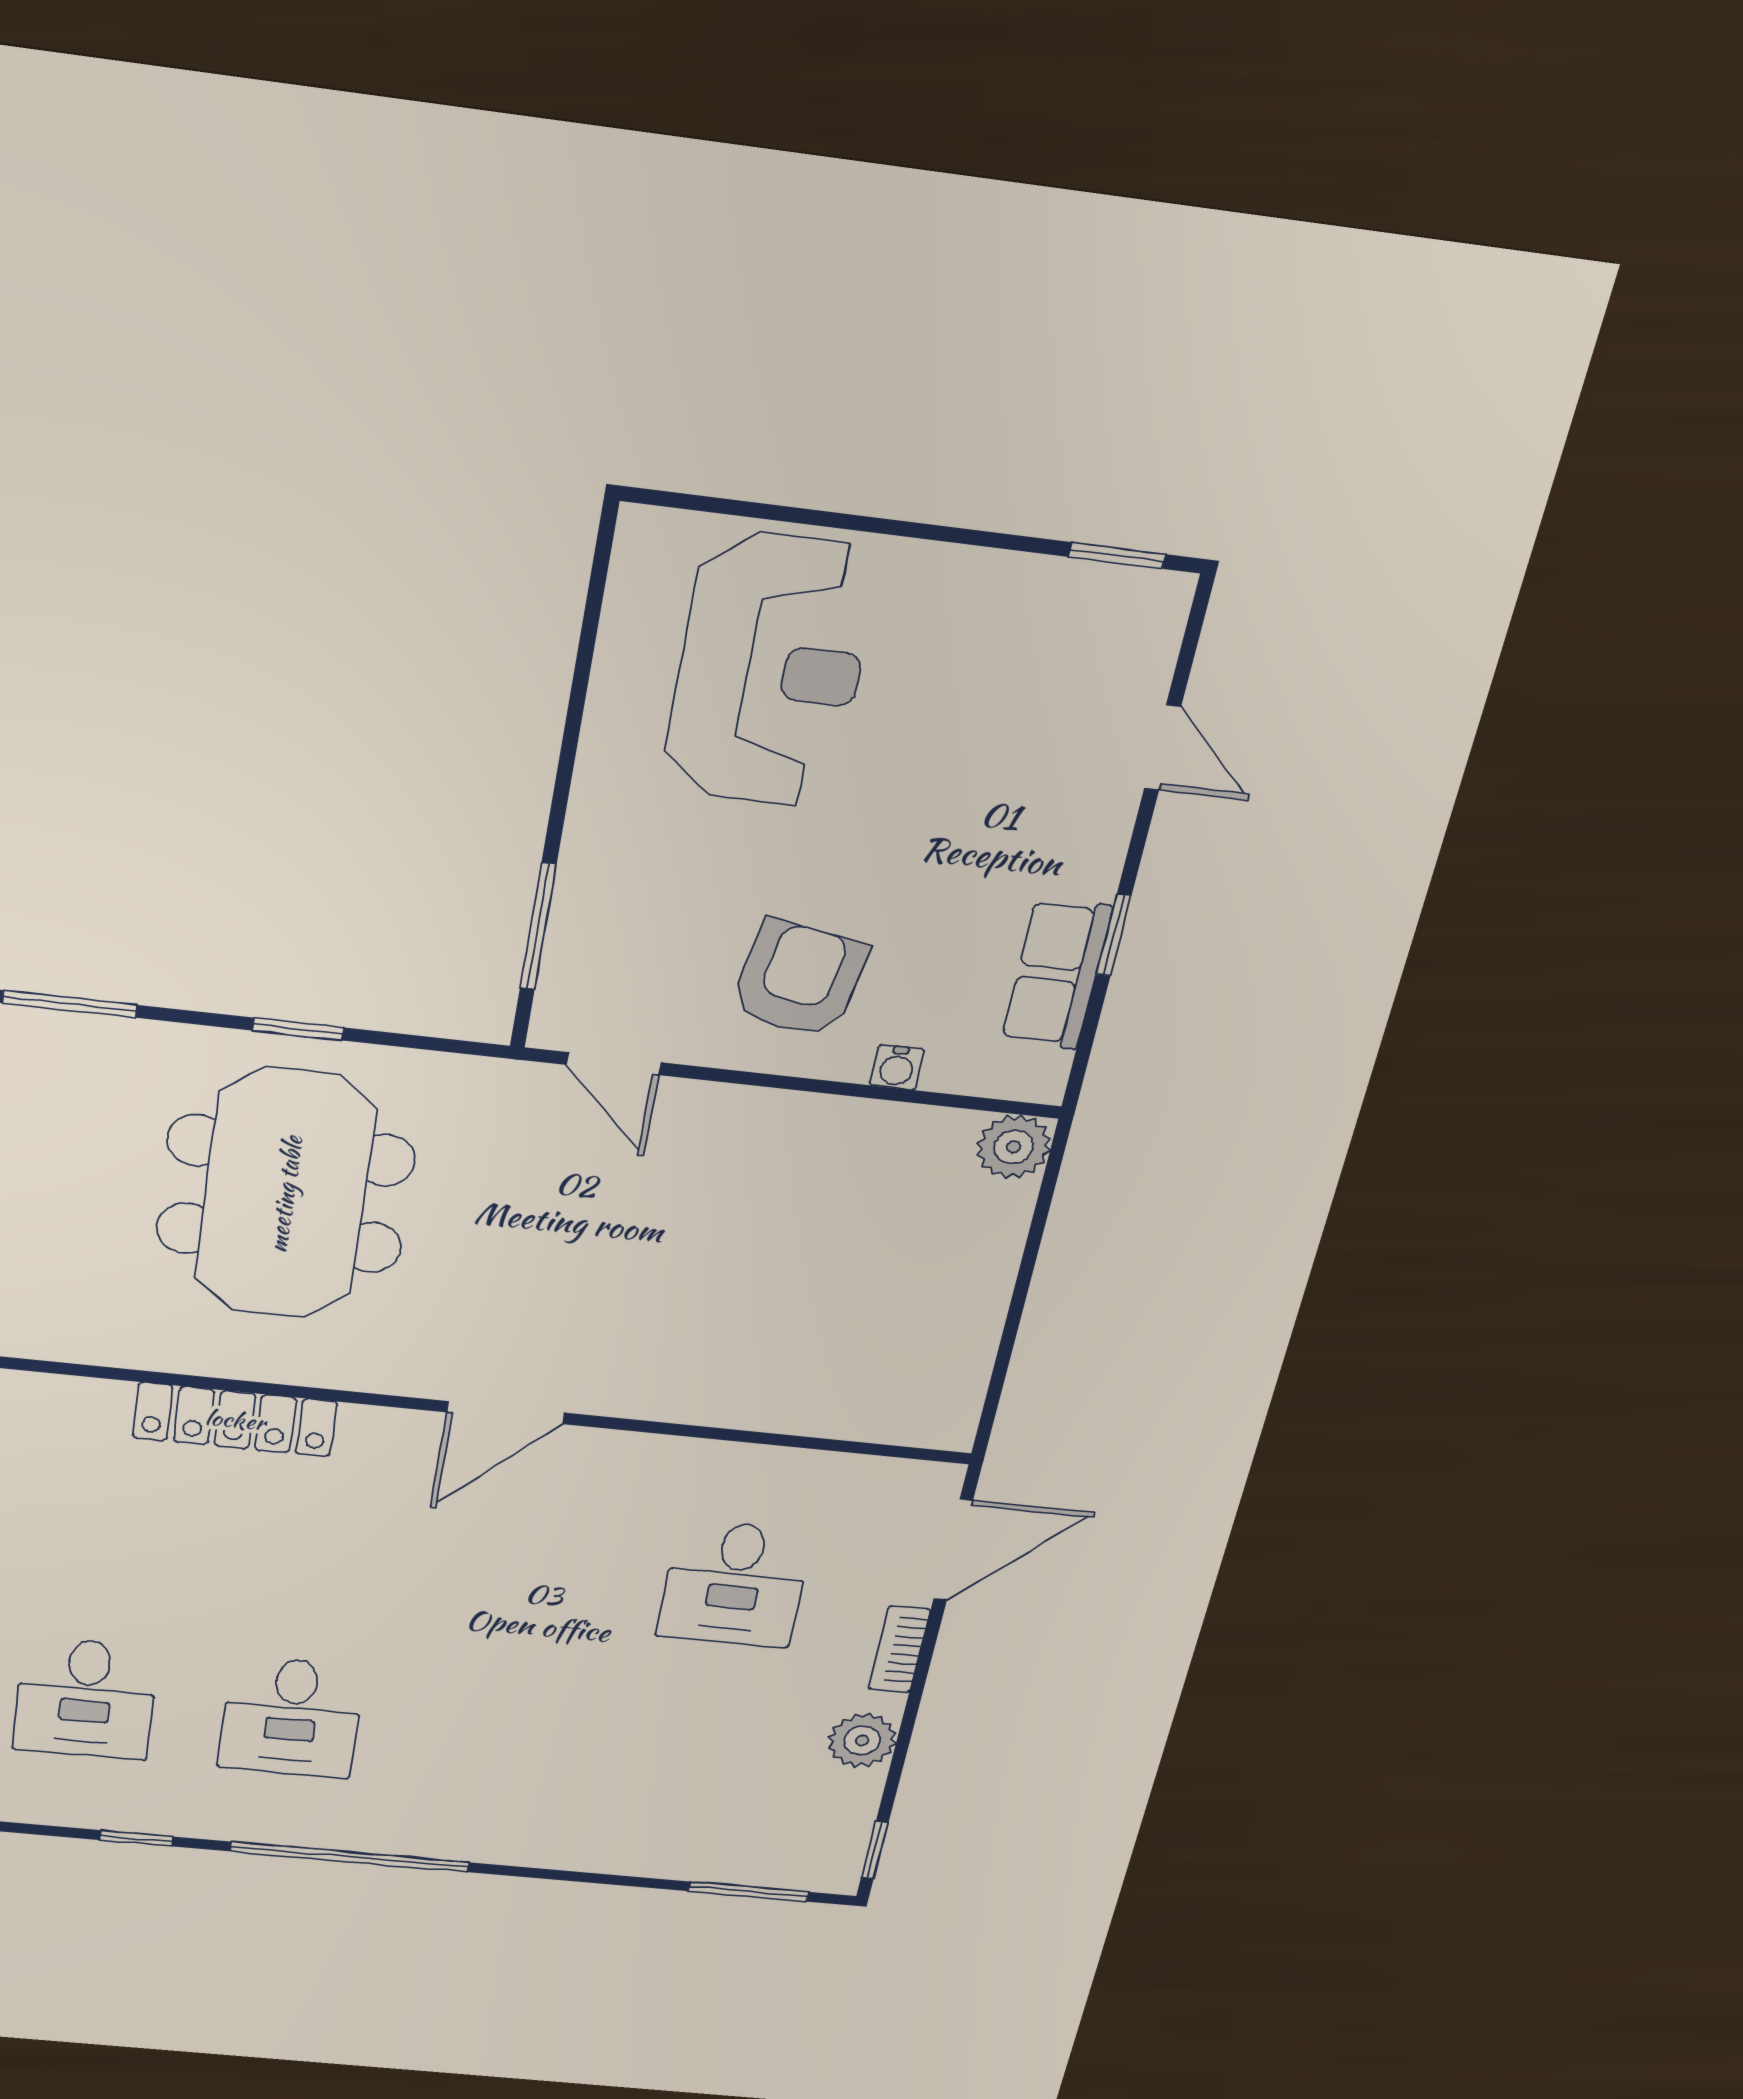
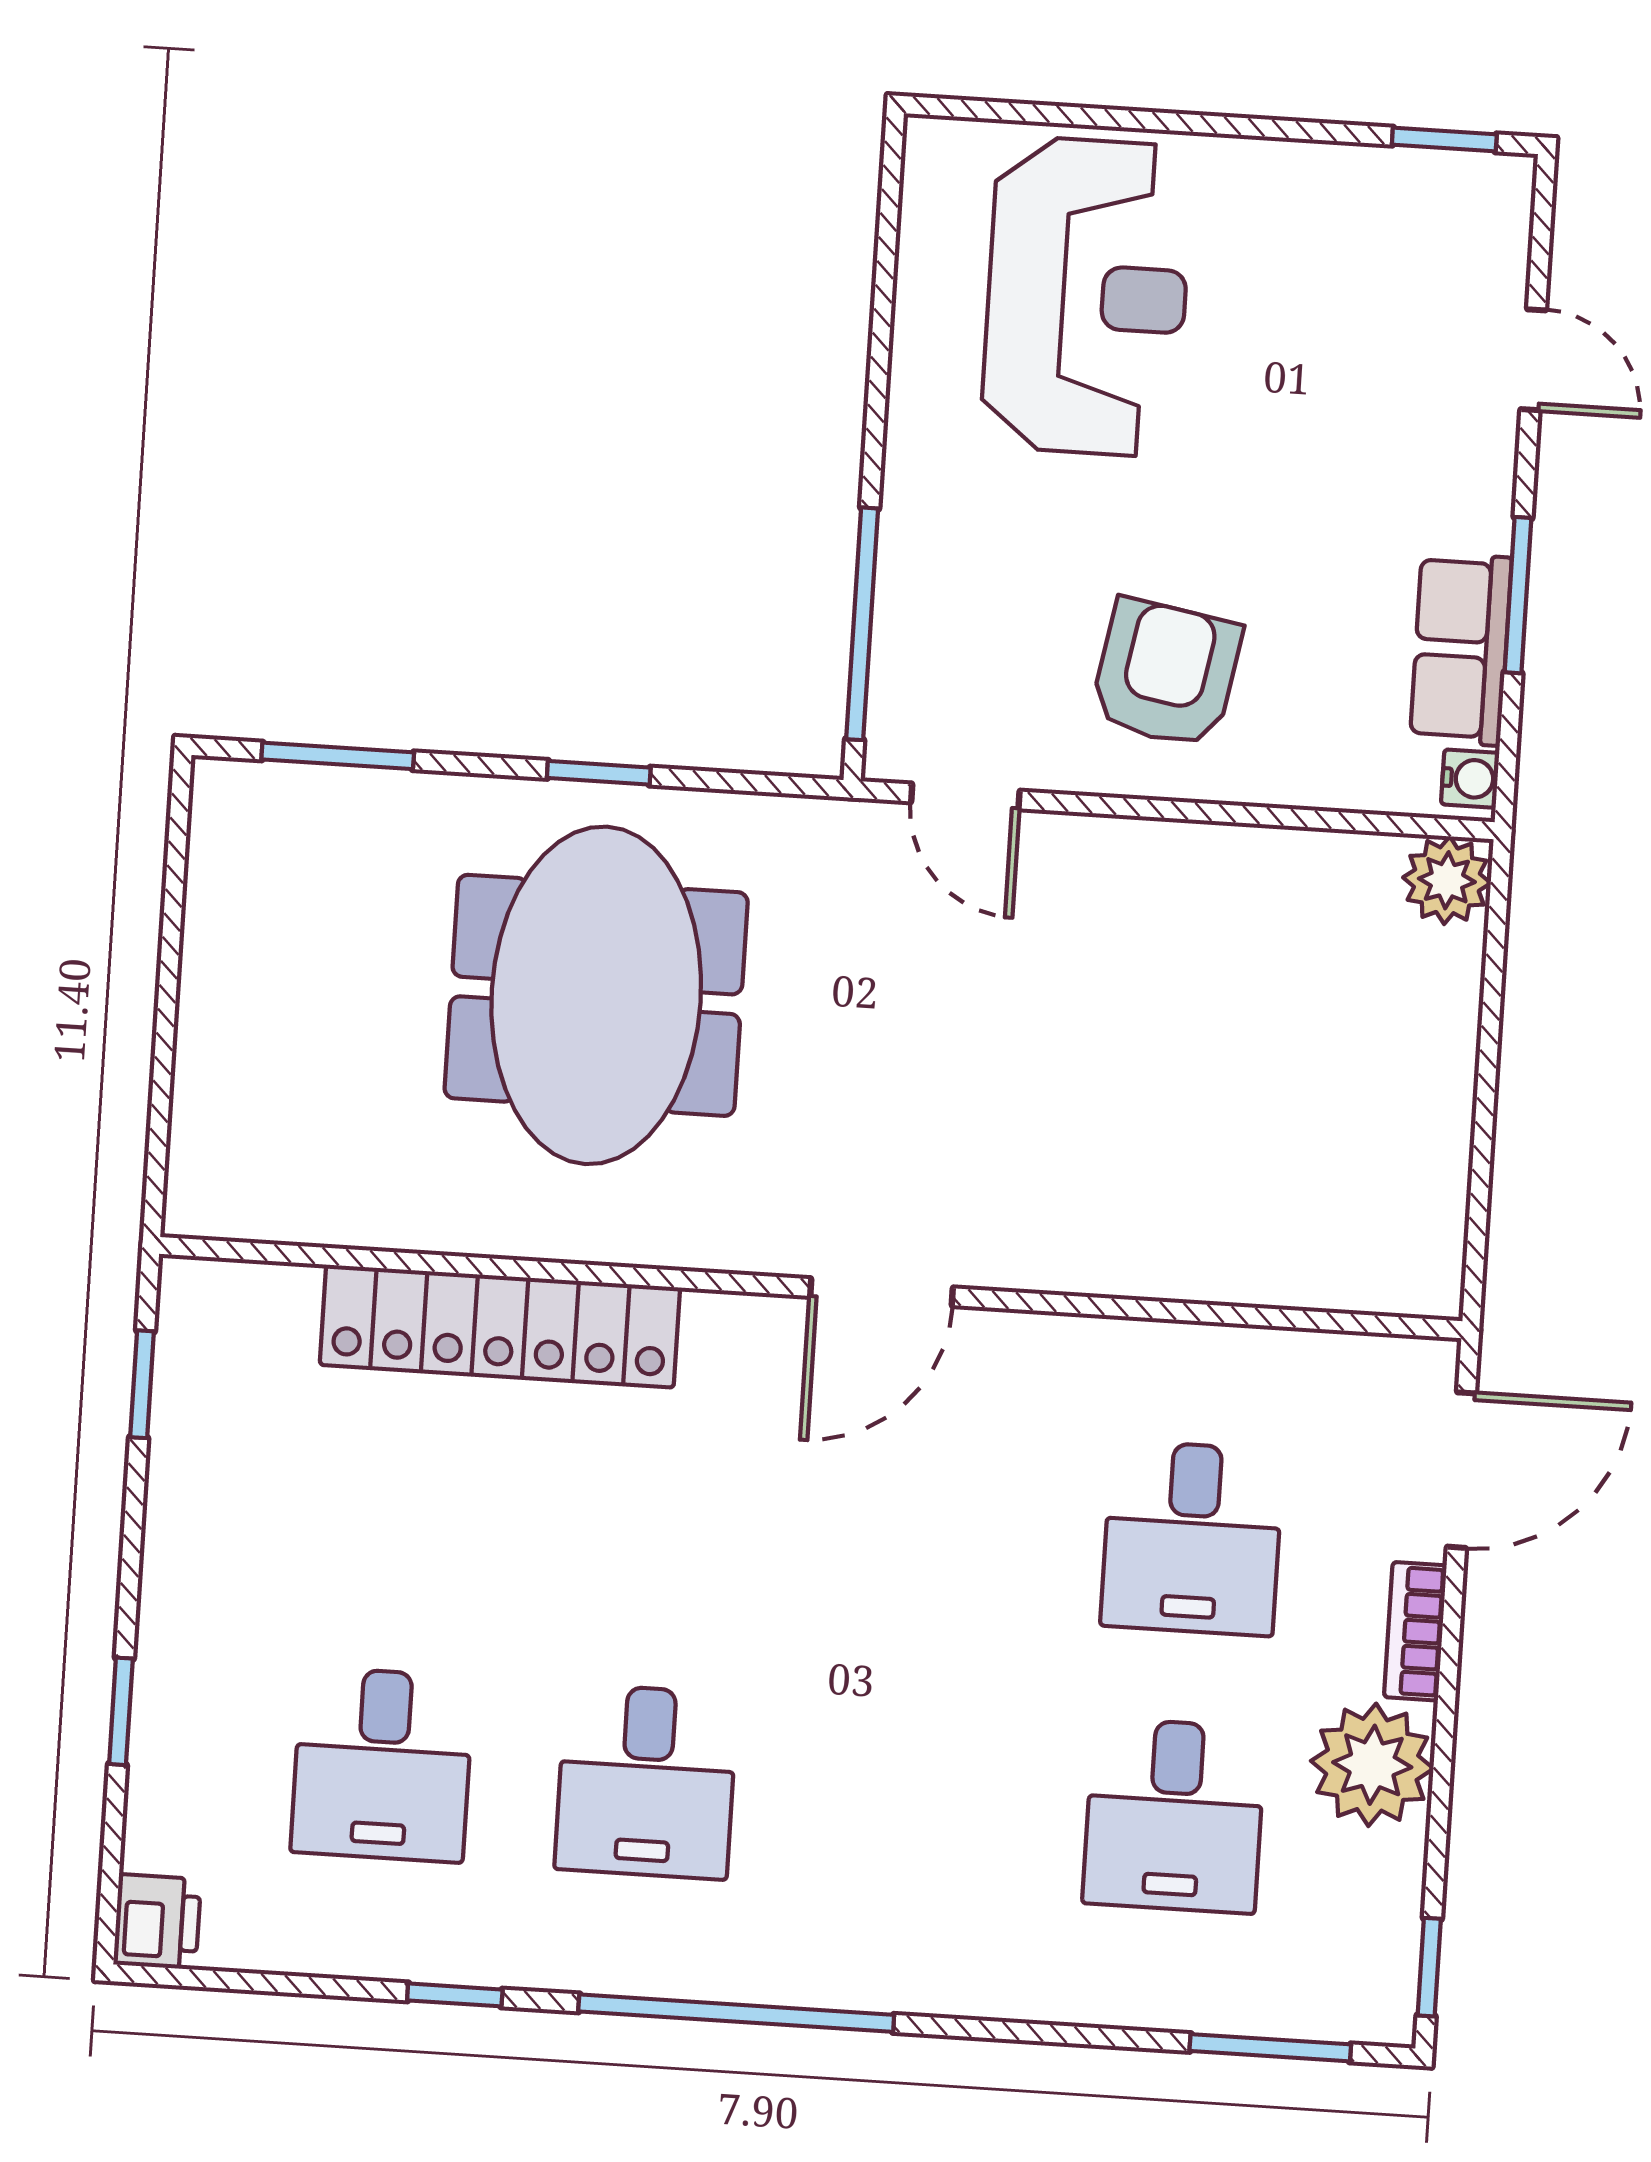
window: (538, 926) -> (862, 624), width x1.44
window: (1114, 935) -> (1518, 595), width x1.50
water cooler: (897, 1067) -> (1470, 779), moved, turned -90
locker: (235, 1420) -> (500, 1326), width x1.41, depth x1.21
plant: (862, 1740) -> (1372, 1765), width x1.36, depth x1.36
desk: (696, 1754) -> (1174, 1816), added

